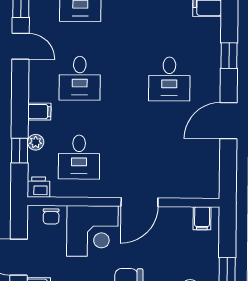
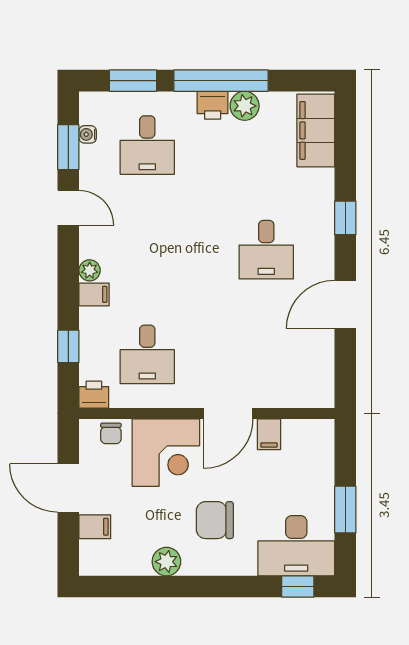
desk: (80, 78) -> (147, 250), removed
plant: (36, 142) -> (90, 270), moved
filing cabinet: (202, 218) -> (269, 434), moved

